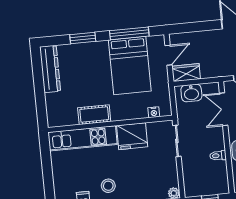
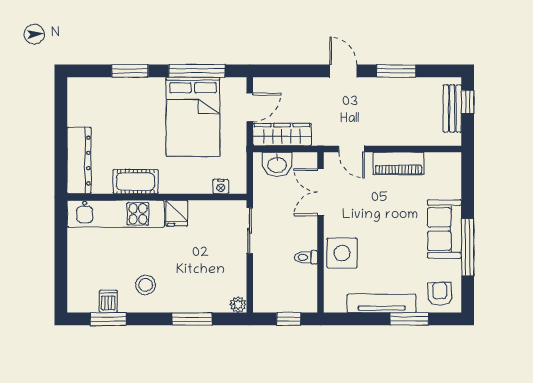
dresser: (50, 69) -> (79, 161), moved
wardrobe: (186, 73) -> (282, 135), width x1.50
fridge: (132, 136) -> (177, 213), width x0.53, depth x0.75

